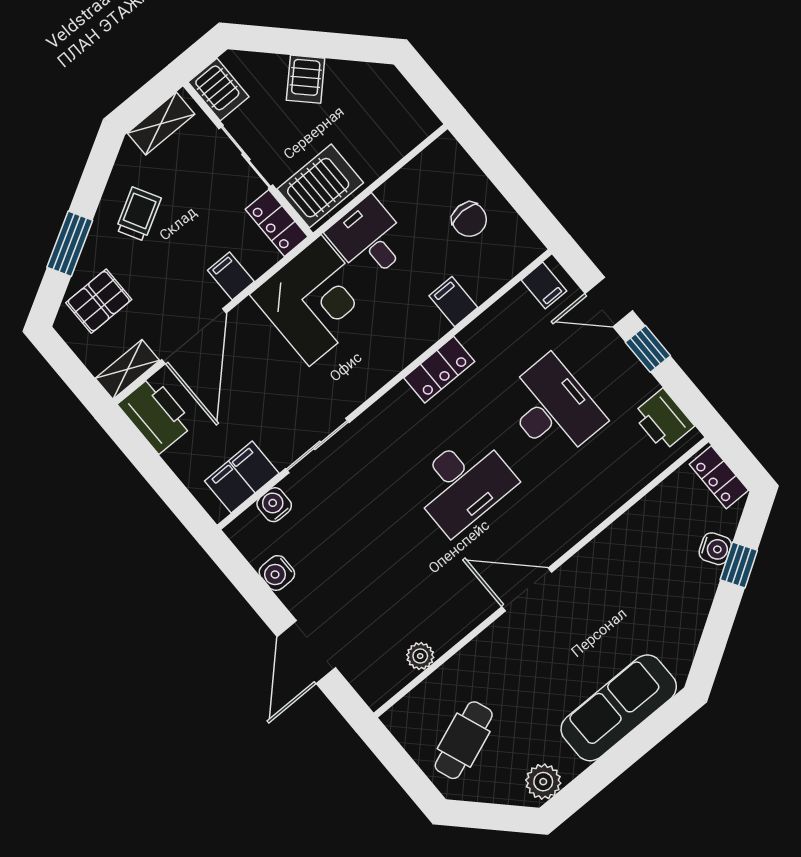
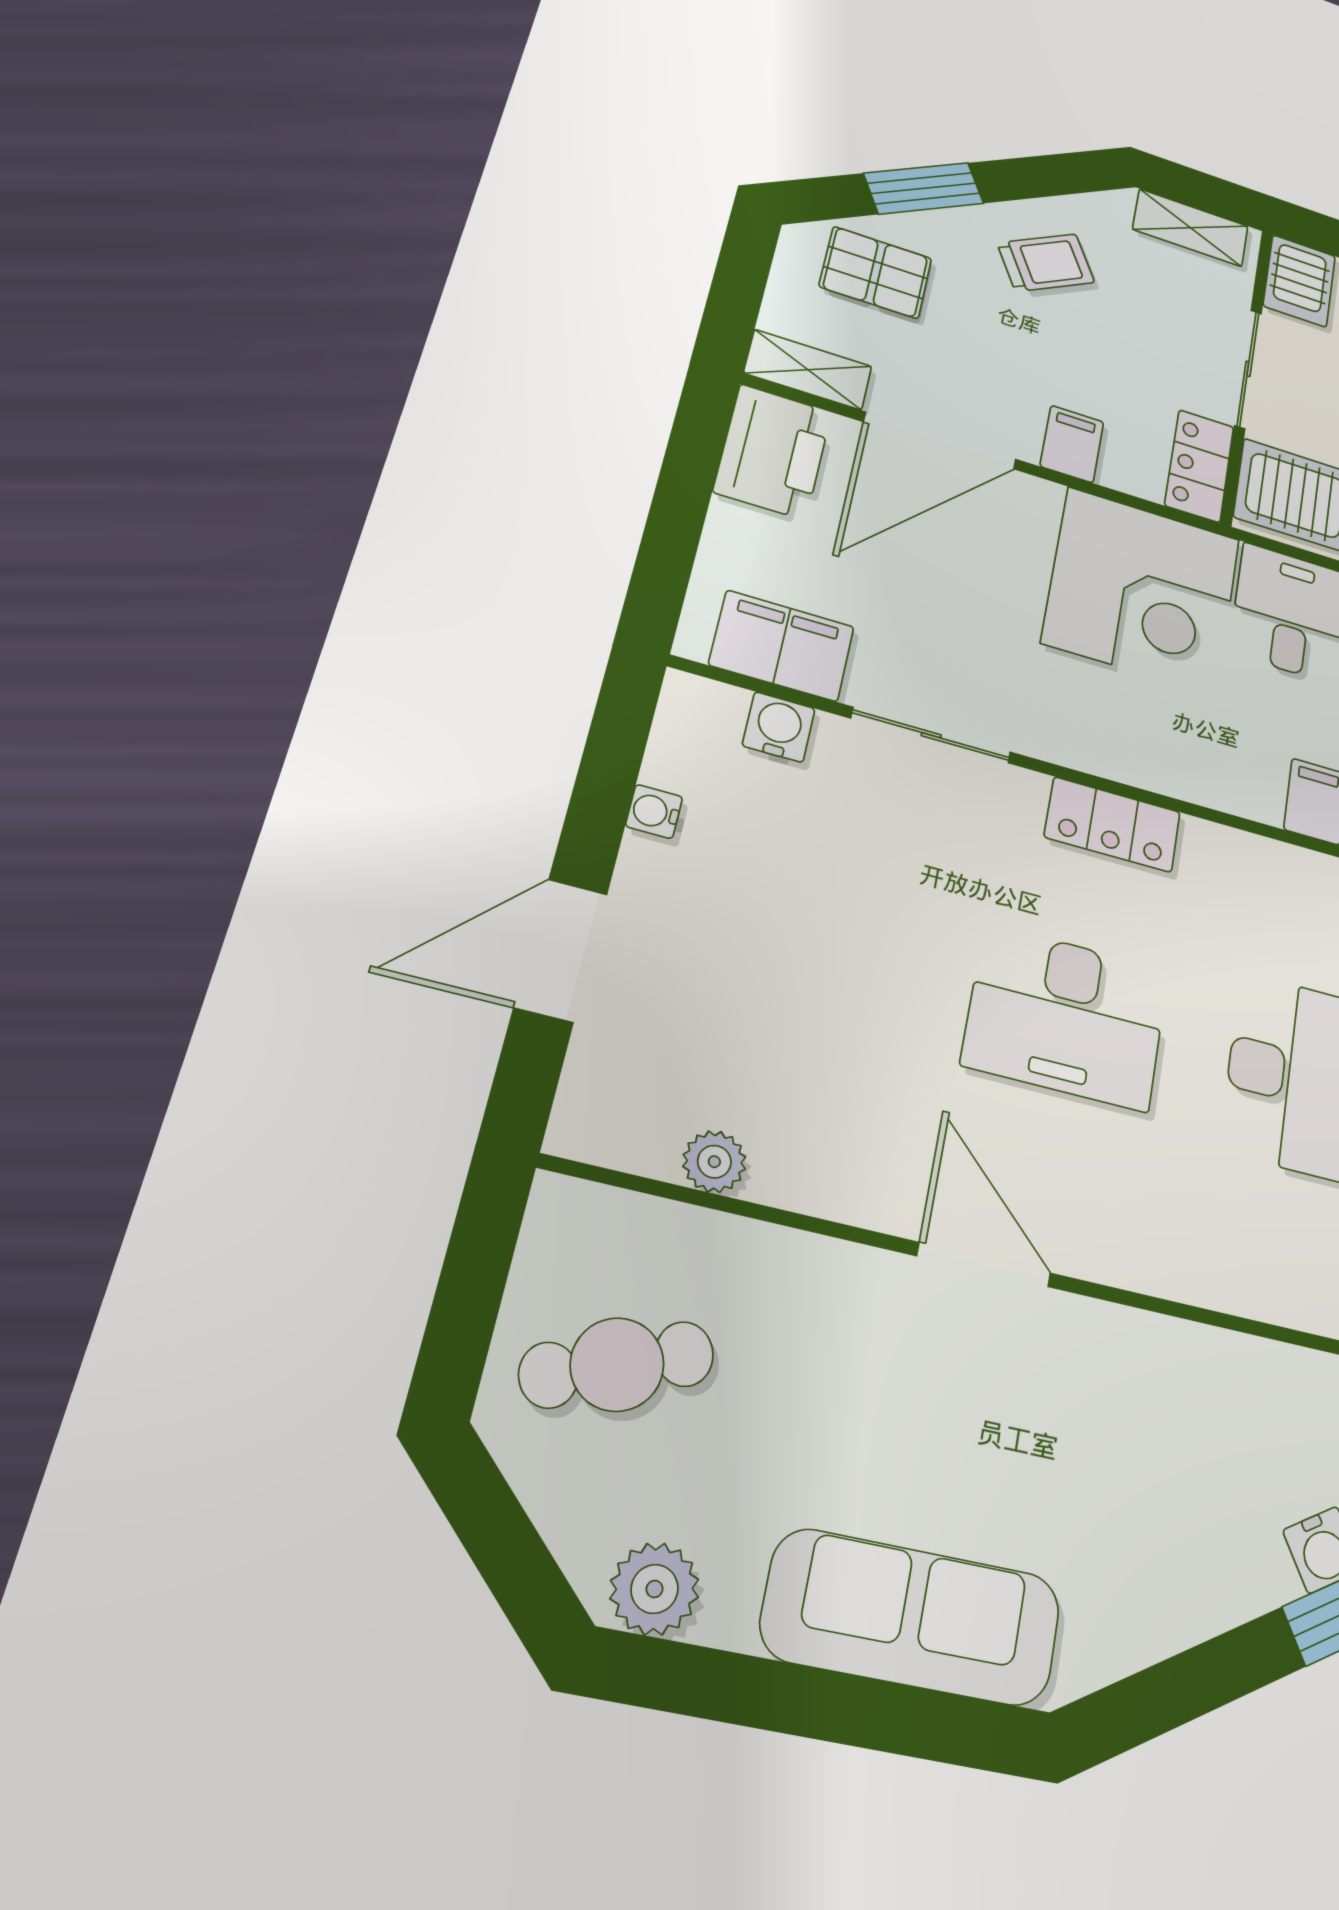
locker: (439, 370) -> (1113, 825), moved
water cooler: (277, 573) -> (654, 812), width x0.72, depth x0.72

